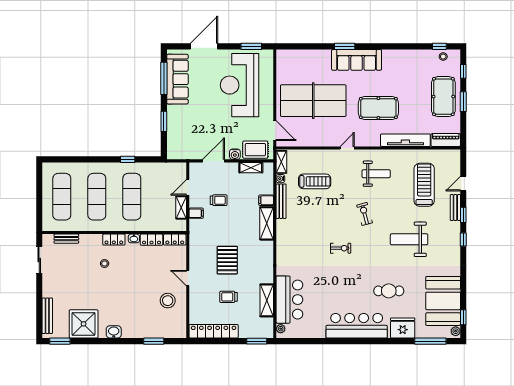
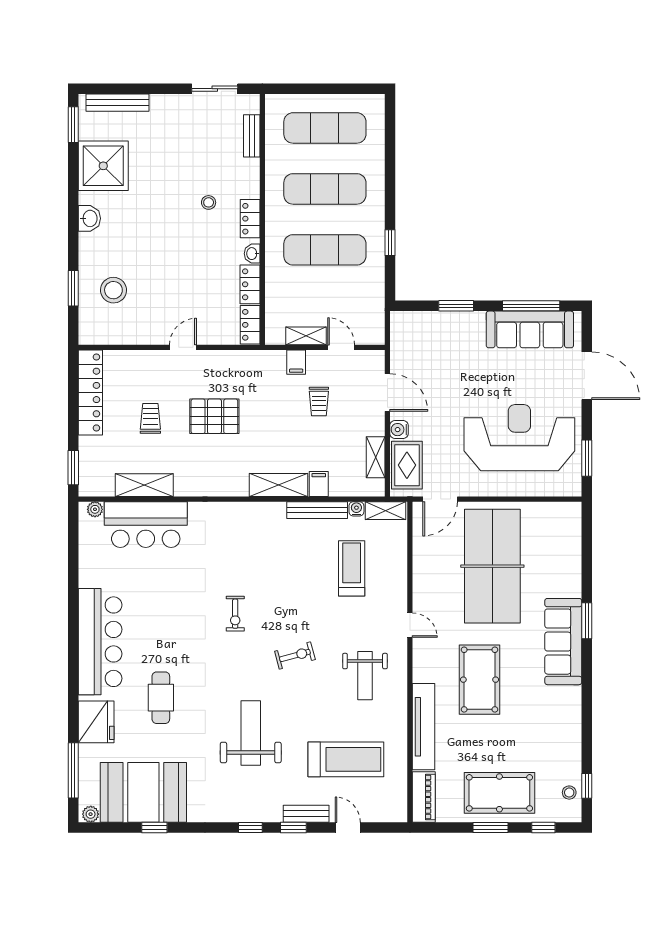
treadmill: (315, 181) -> (352, 568), turned 180
stool: (168, 301) -> (113, 290), moved
window: (463, 317) -> (154, 828), moved

